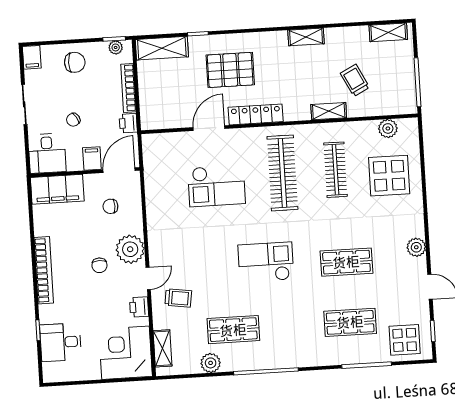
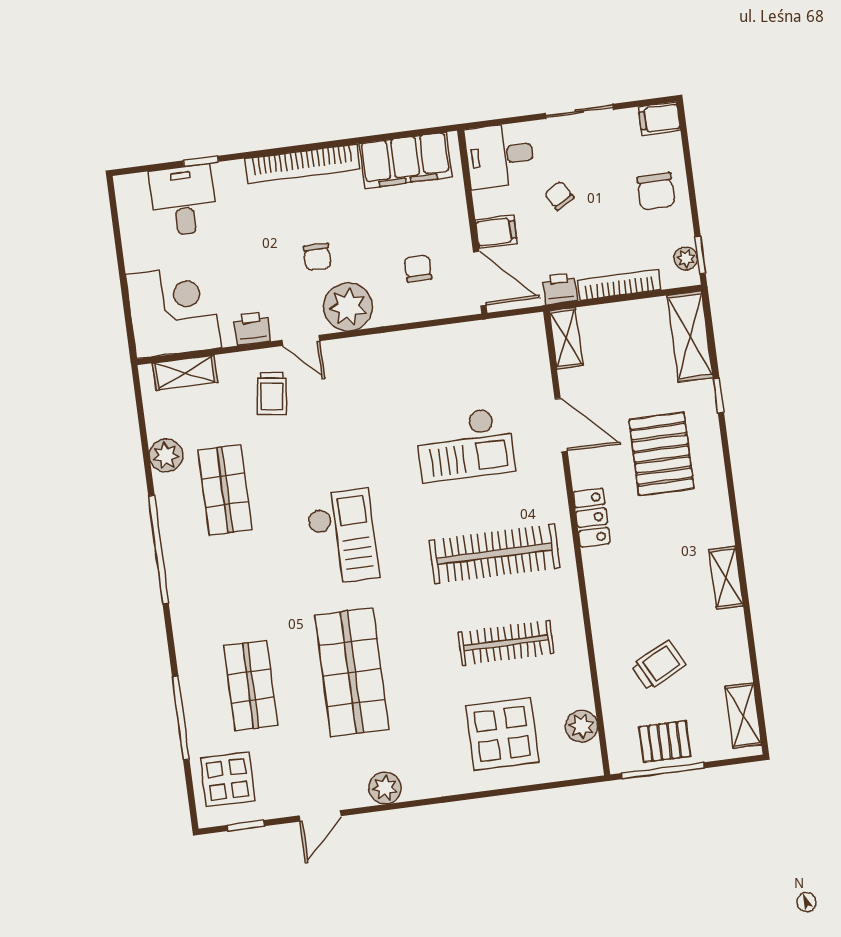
pallet: (400, 80) -> (665, 742), added
shelving: (329, 111) -> (566, 338), moved
locker: (256, 114) -> (592, 518), width x0.66
checkout: (217, 186) -> (465, 445), turned -90
filing cabinet: (57, 189) -> (405, 160), moved, turned -90
shop shelf: (346, 262) -> (352, 672), width x1.43, depth x1.36
chair: (99, 265) -> (317, 257), turned -90

